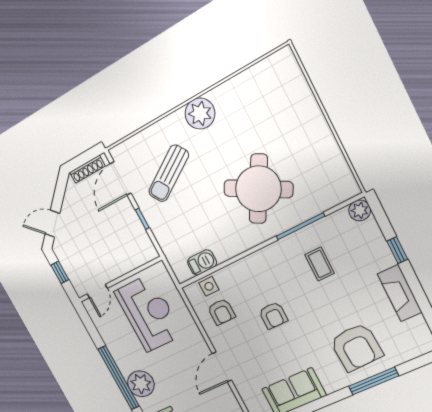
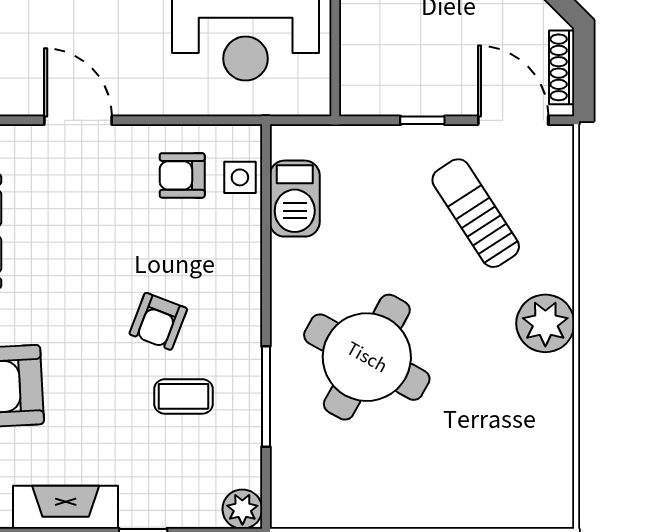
barbecue: (202, 262) -> (295, 199), width x1.38, depth x1.27
armchair: (273, 315) -> (158, 321), moved, turned -69

